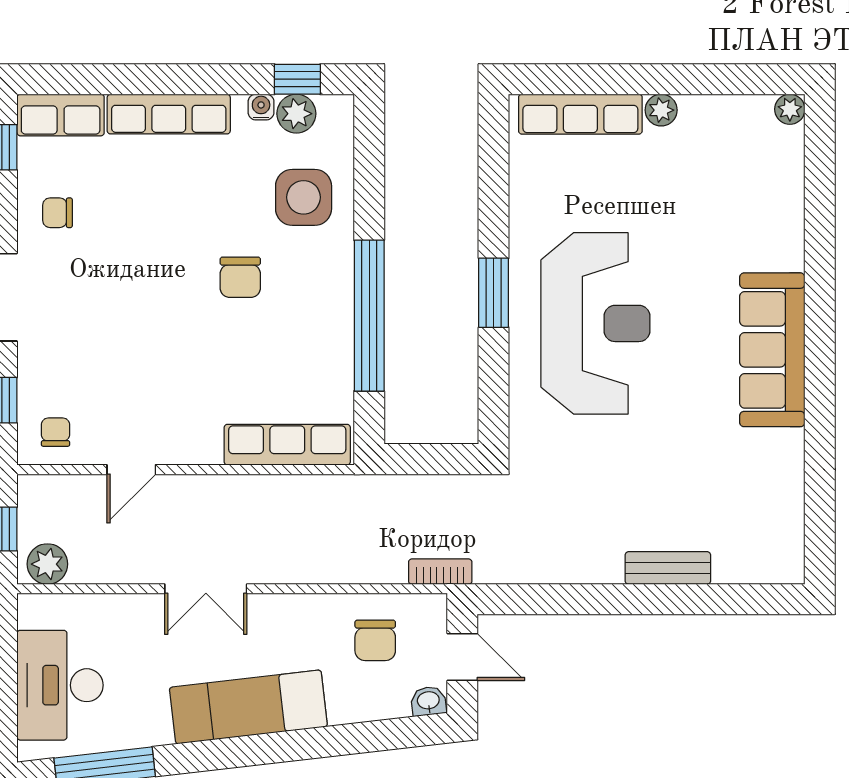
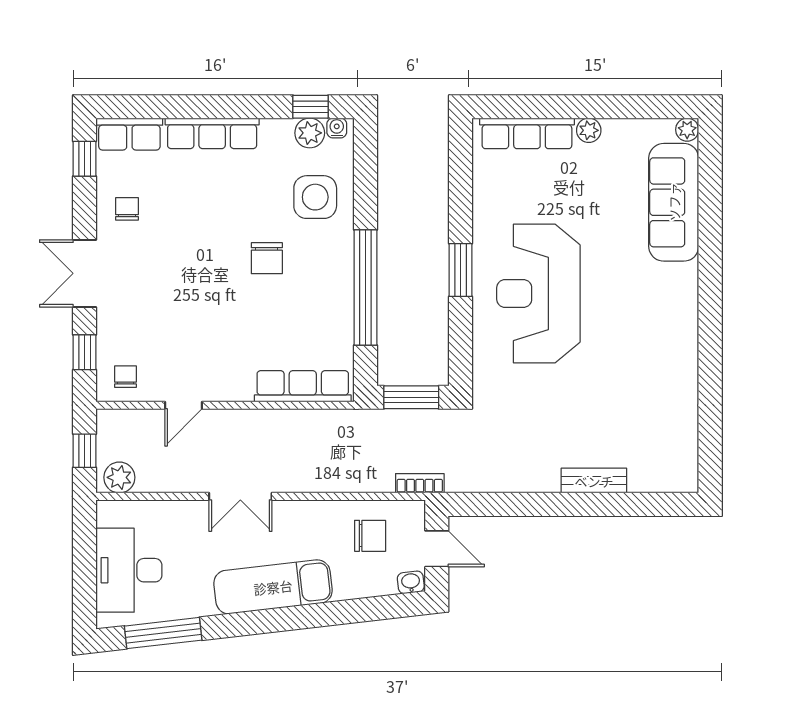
water cooler: (261, 107) -> (337, 128), moved
chair: (57, 213) -> (127, 209), turned 90
reception desk: (595, 323) -> (538, 294), turned 180
sofa: (772, 350) -> (674, 202), moved
window: (429, 459) -> (411, 397), added
chair: (375, 640) -> (370, 536), turned -90

